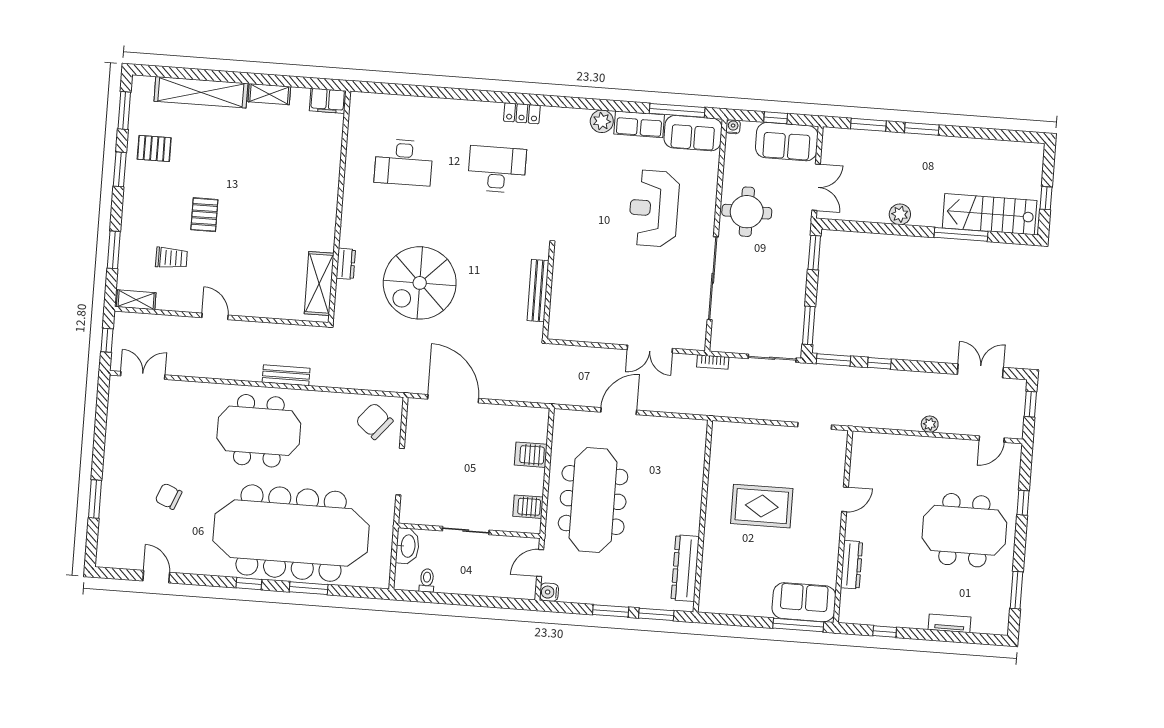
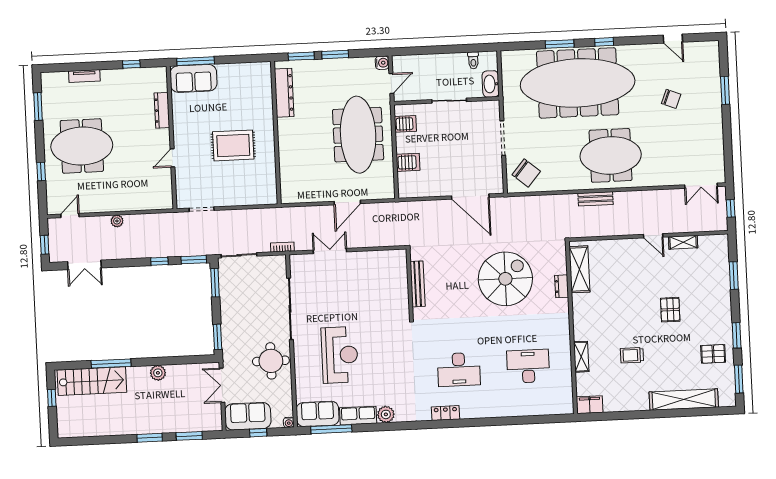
shelving: (269, 94) -> (581, 357), moved, turned 90
trolley: (171, 258) -> (632, 355), moved
shelving: (136, 300) -> (683, 242), moved

